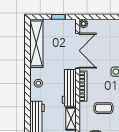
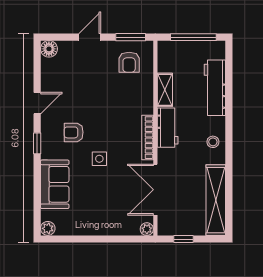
workbench: (69, 88) -> (168, 128), width x0.73
coffee table: (103, 108) -> (117, 105), removed

